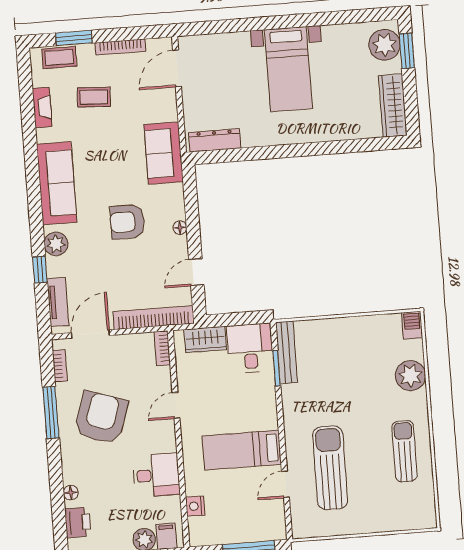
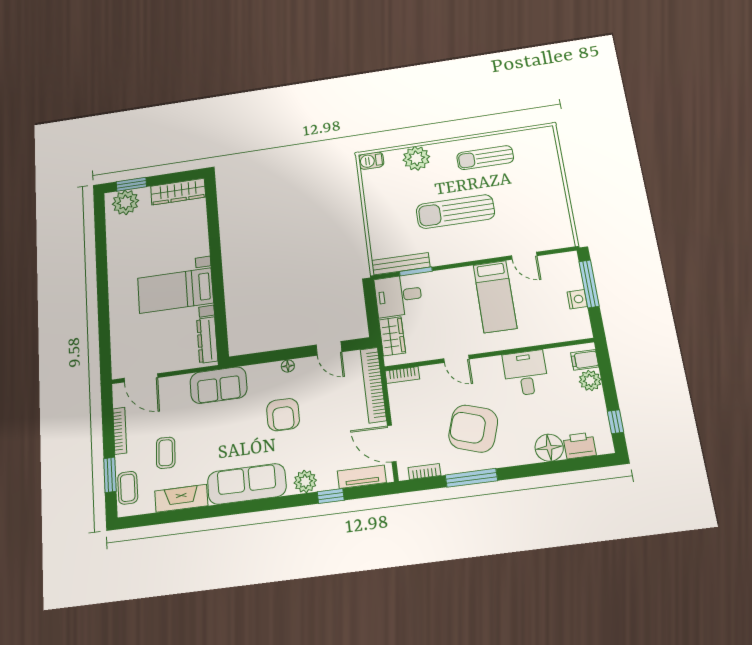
bed with nightstands: (288, 69) -> (175, 291), moved, turned 180
fireplace: (42, 107) -> (181, 498), width x1.37, depth x1.32
sun lounger: (330, 468) -> (455, 212), moved
floor lamp: (71, 493) -> (549, 448), width x1.89, depth x1.89
nightstand: (195, 506) -> (577, 299), moved, turned -90

